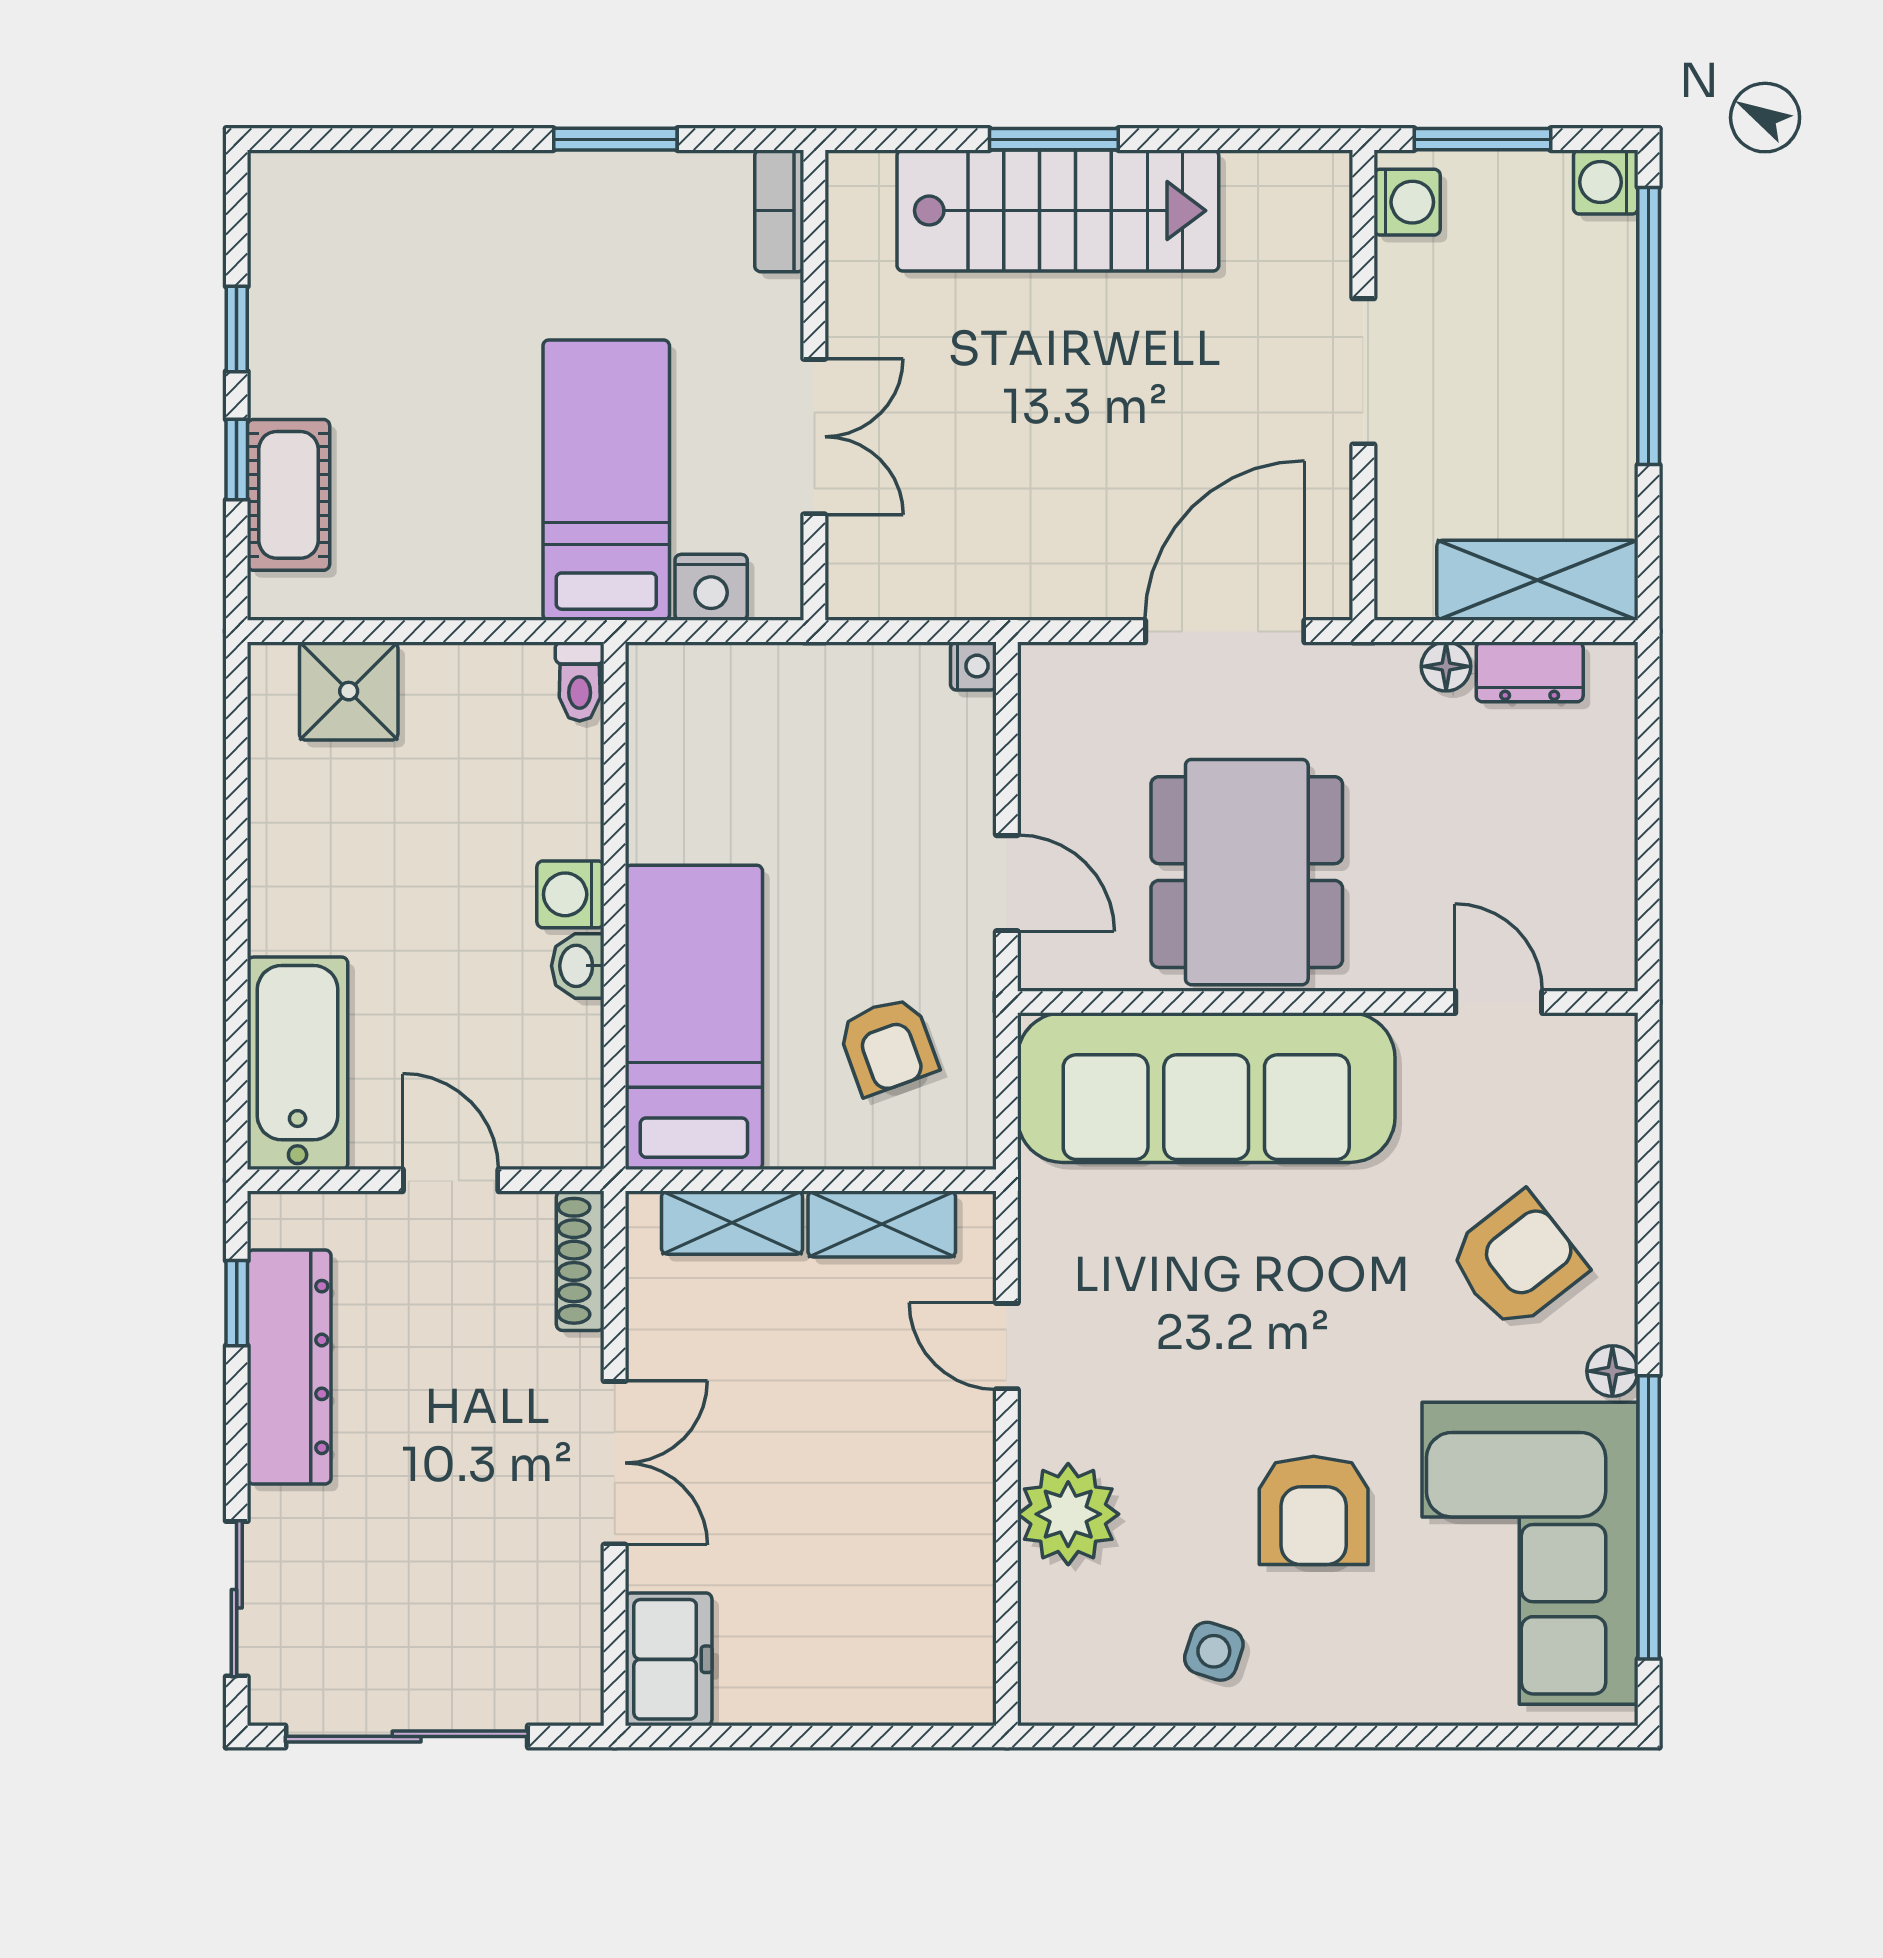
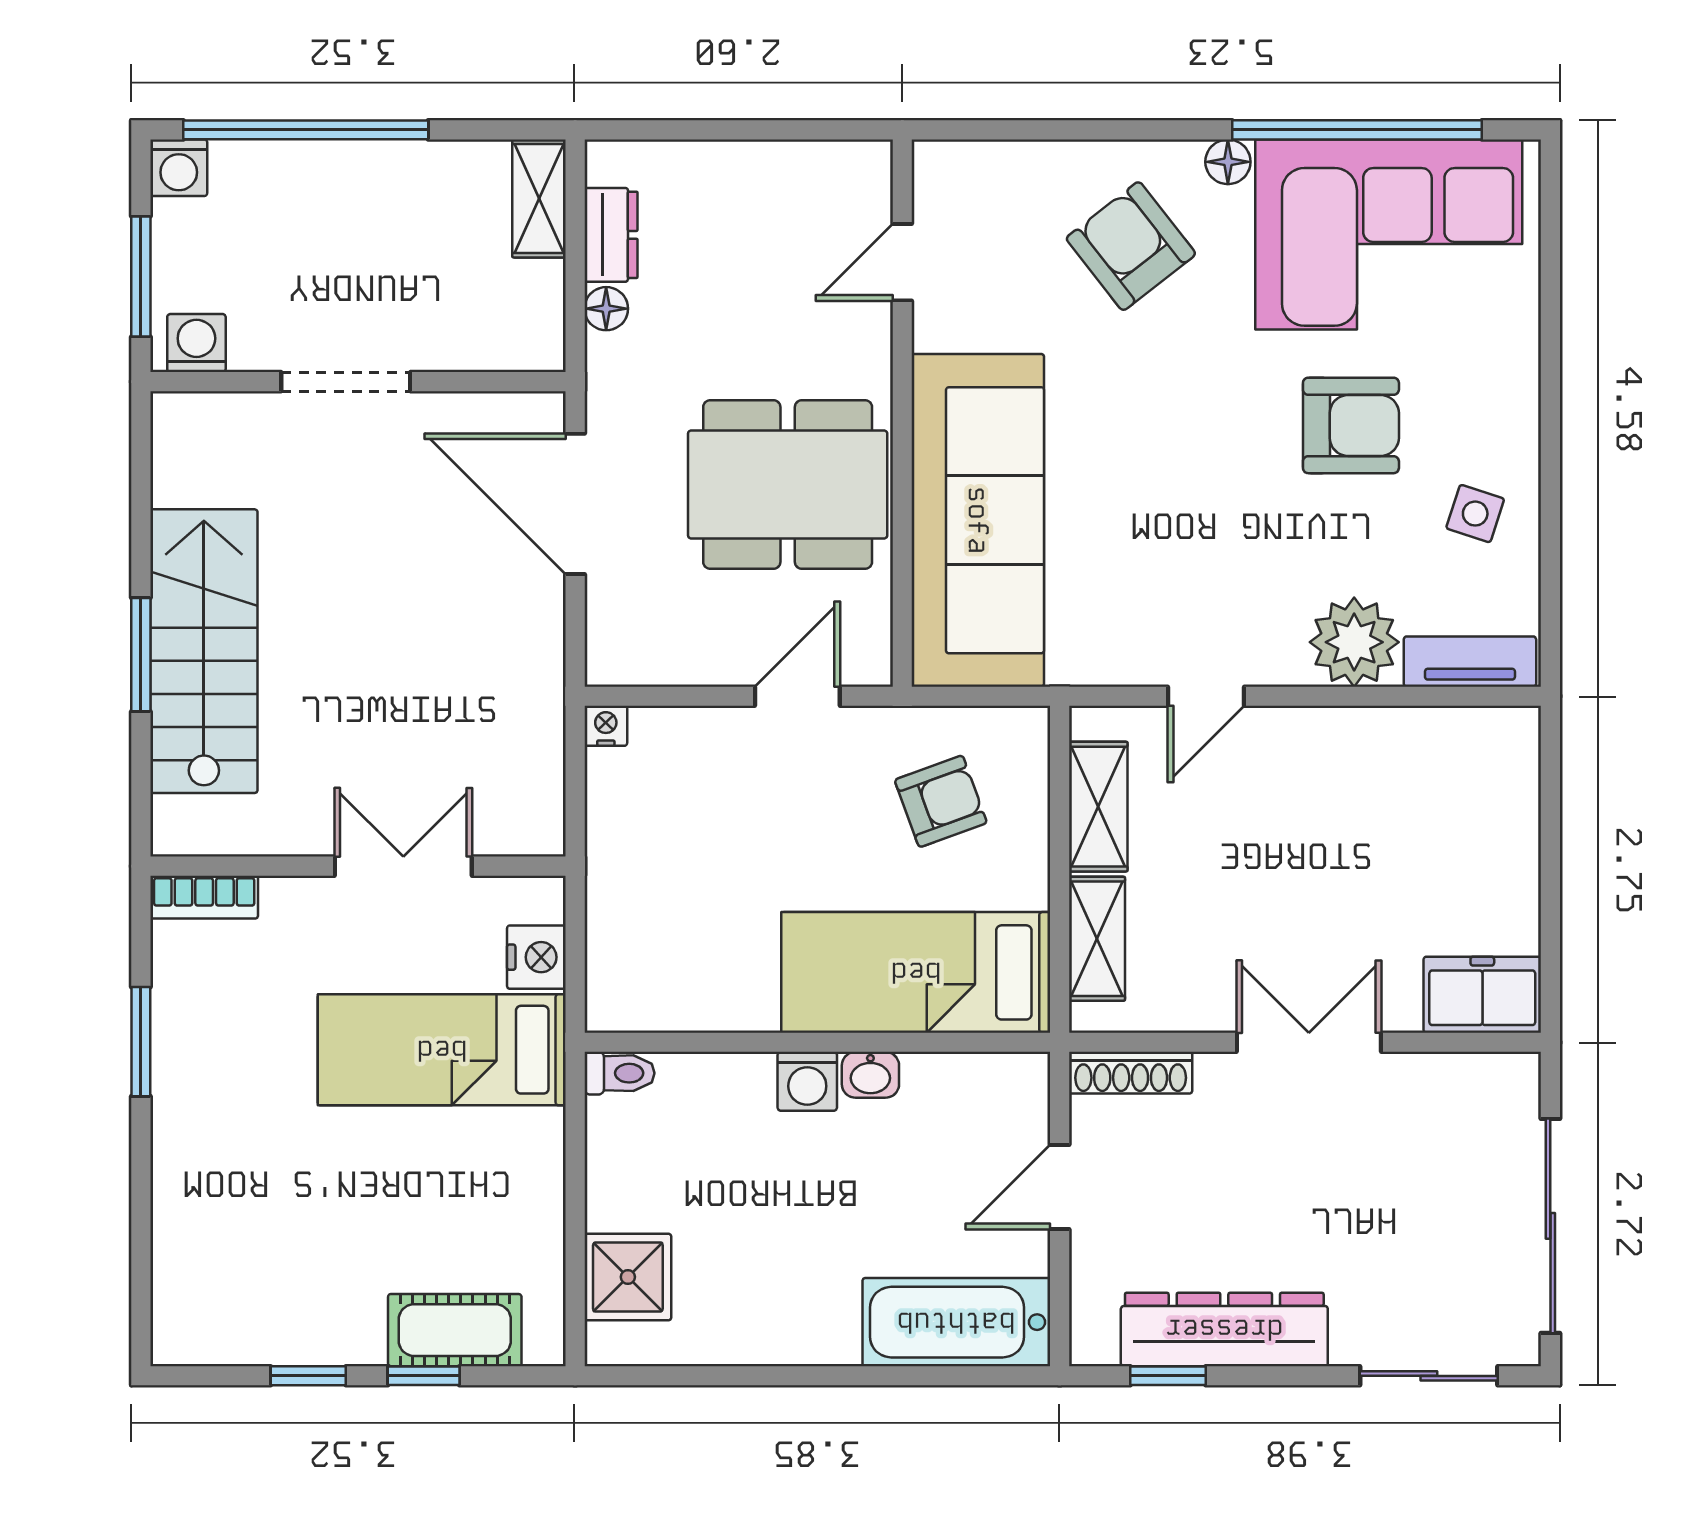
shelving: (1537, 580) -> (539, 198), width x0.67, depth x0.75
tv unit: (1046, 1645) -> (1470, 662), added

